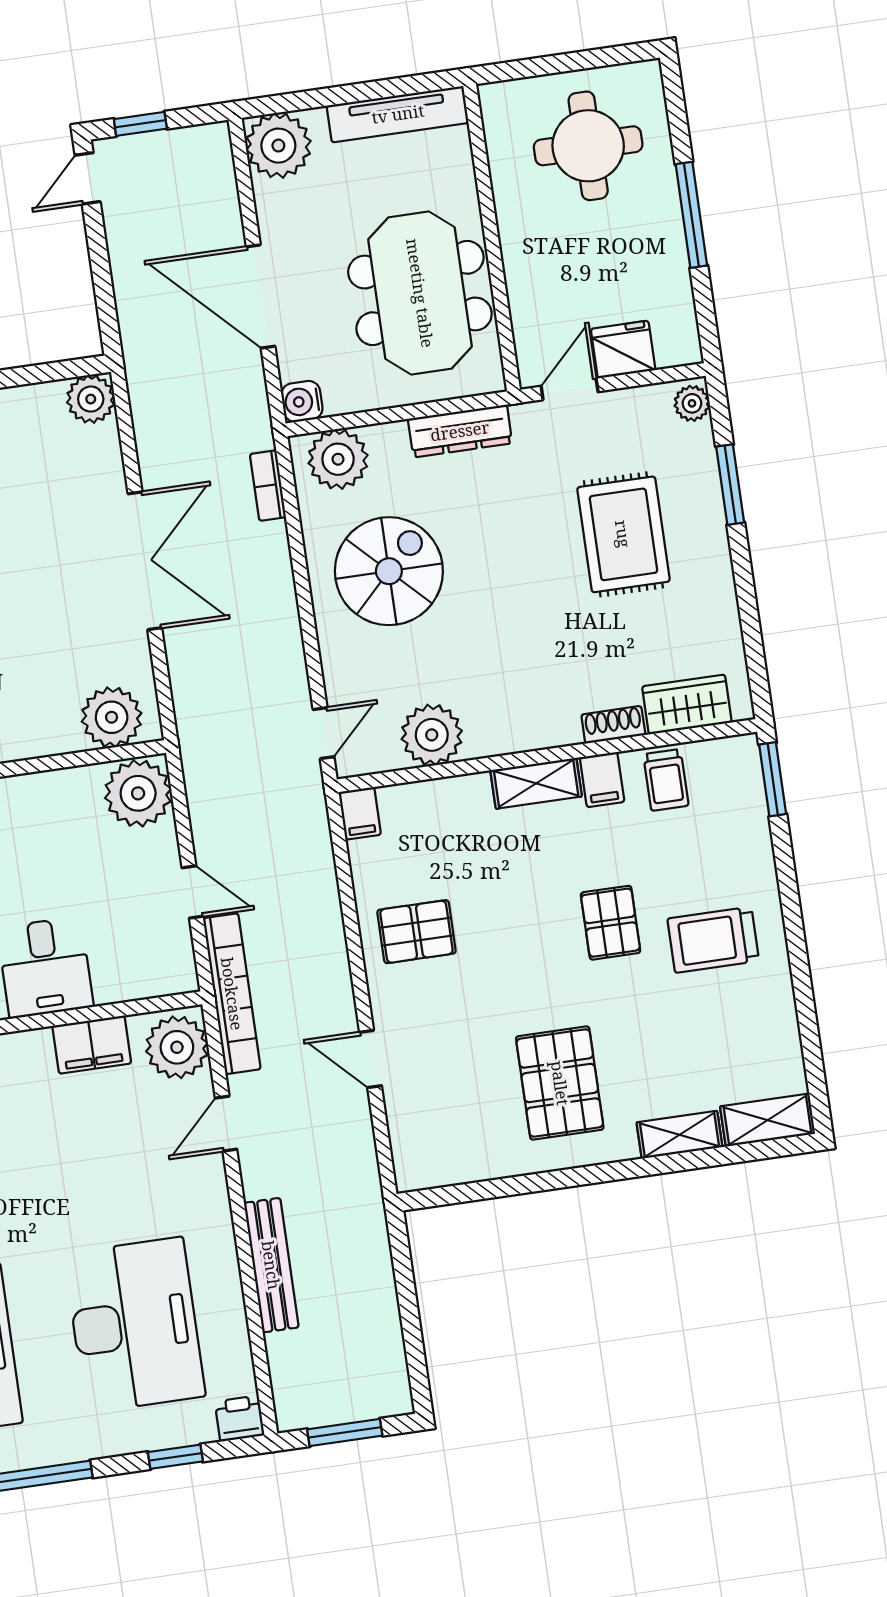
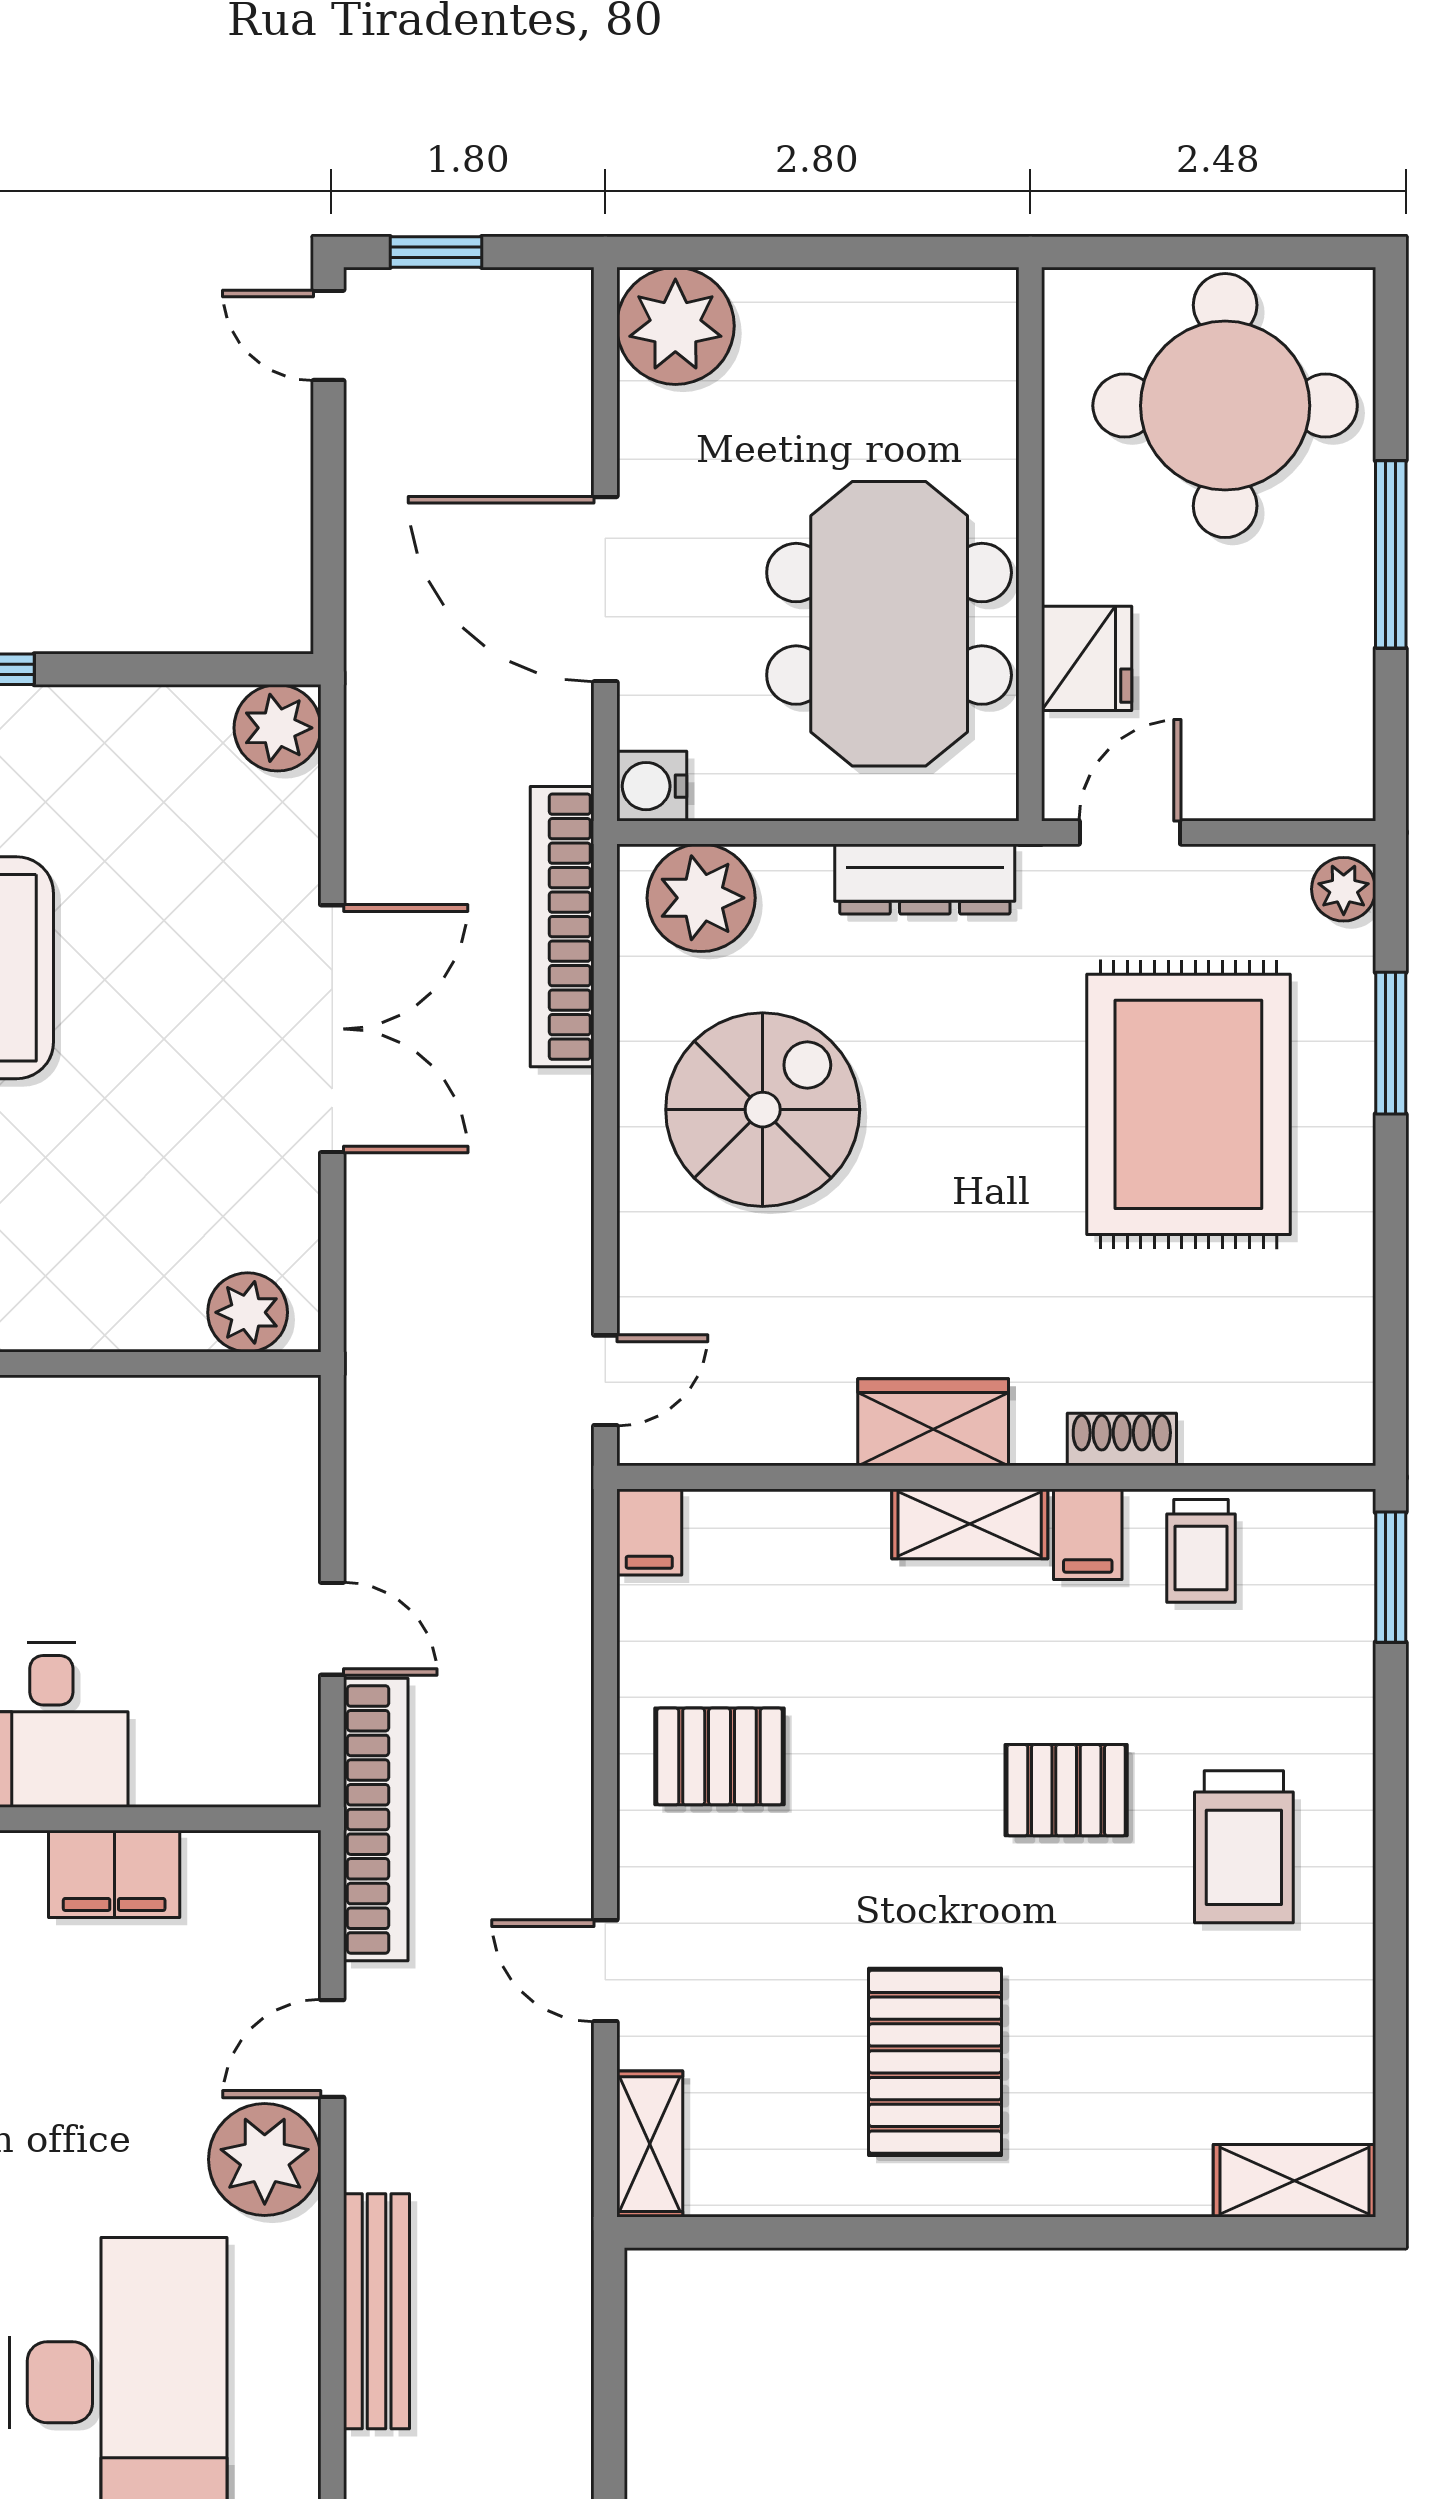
tv unit: (398, 114) -> (895, 301), removed
round table: (588, 146) -> (1225, 406), width x1.36, depth x1.36
door: (88, 178) -> (328, 335), hinge flipped
fridge: (623, 350) -> (1087, 658), moved, turned 90
bookcase: (268, 486) -> (562, 927), width x2.31, depth x1.31
rug: (623, 534) -> (1188, 1104), width x1.37, depth x1.44
wardrobe: (687, 704) -> (933, 1422), moved
plant: (112, 717) -> (248, 1312), width x0.73, depth x0.73
plant: (432, 735) -> (797, 1411), removed
plant: (138, 793) -> (261, 1440), removed
pallet: (611, 923) -> (1066, 1790), turned 90
trolley: (713, 940) -> (1244, 1847), turned -90
plant: (177, 1047) -> (265, 2159), moved
shelving: (679, 1135) -> (650, 2144), moved, turned 90

